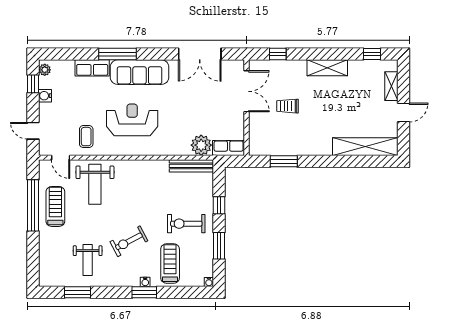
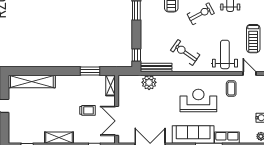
shelving: (391, 86) -> (110, 85), moved
reception desk: (132, 120) -> (198, 100), turned 180
row of seats: (229, 148) -> (130, 80), removed
window: (219, 205) -> (136, 55), moved
exercise bike: (186, 224) -> (185, 52), moved, turned -145

